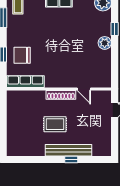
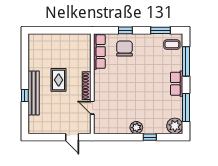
door: (84, 89) -> (92, 108), hinge flipped

